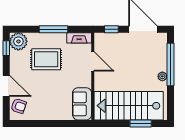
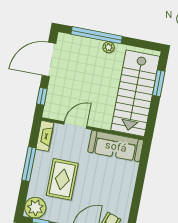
sofa: (82, 104) -> (116, 146), width x1.36

